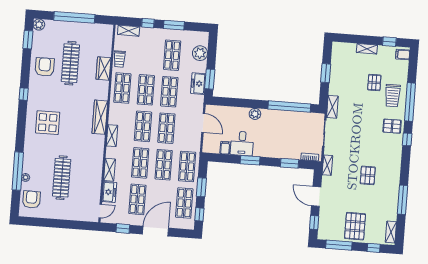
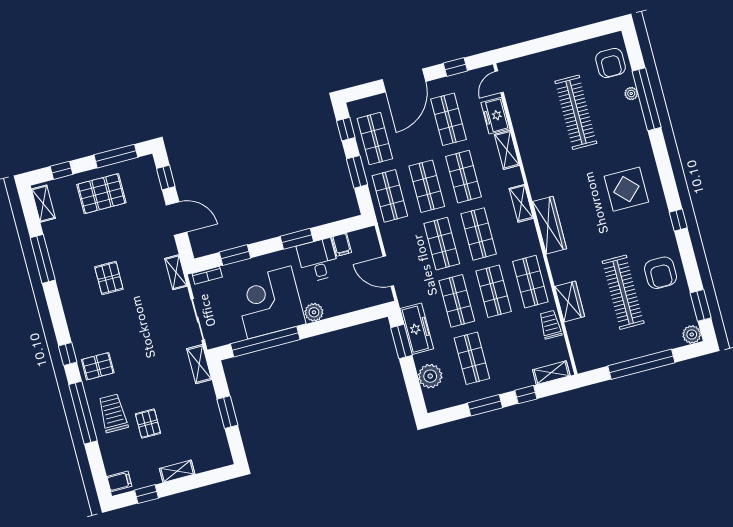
freezer: (198, 84) -> (417, 329), width x1.40
corner desk: (279, 129) -> (269, 302), added
pallet: (355, 226) -> (101, 194), turned 90

